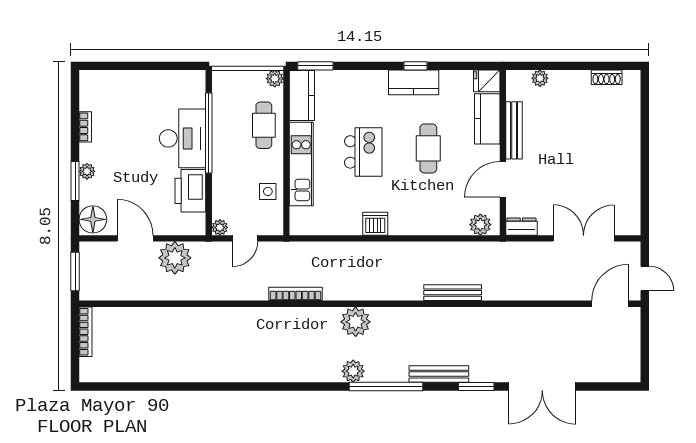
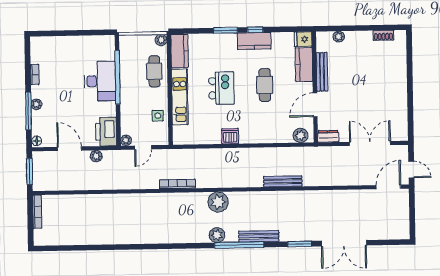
window: (315, 66) -> (226, 30), moved
window: (75, 181) -> (28, 111), width x1.44
printer: (190, 191) -> (106, 132), moved
floor lamp: (93, 219) -> (37, 141), width x0.53, depth x0.53
plant: (175, 258) -> (96, 156), width x0.53, depth x0.53
bench: (439, 374) -> (259, 236), moved

